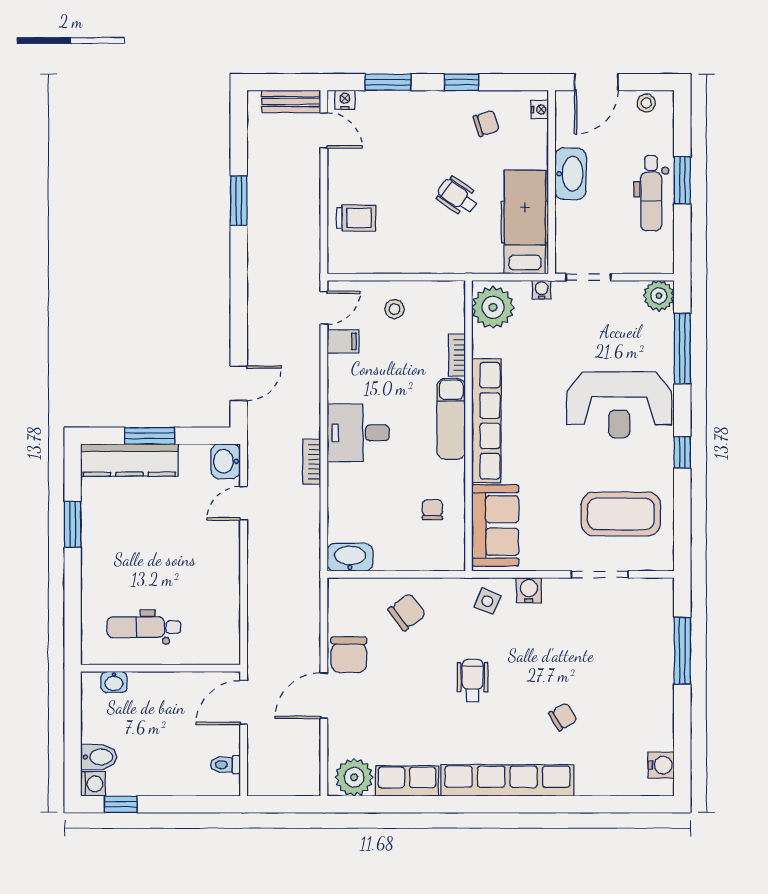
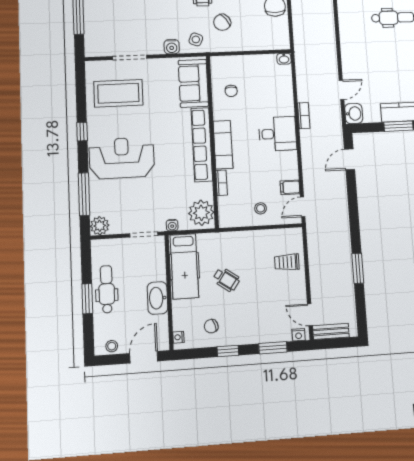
washbasin: (350, 557) -> (284, 59), width x0.52, depth x0.69
chair: (407, 612) -> (222, 22), moved

